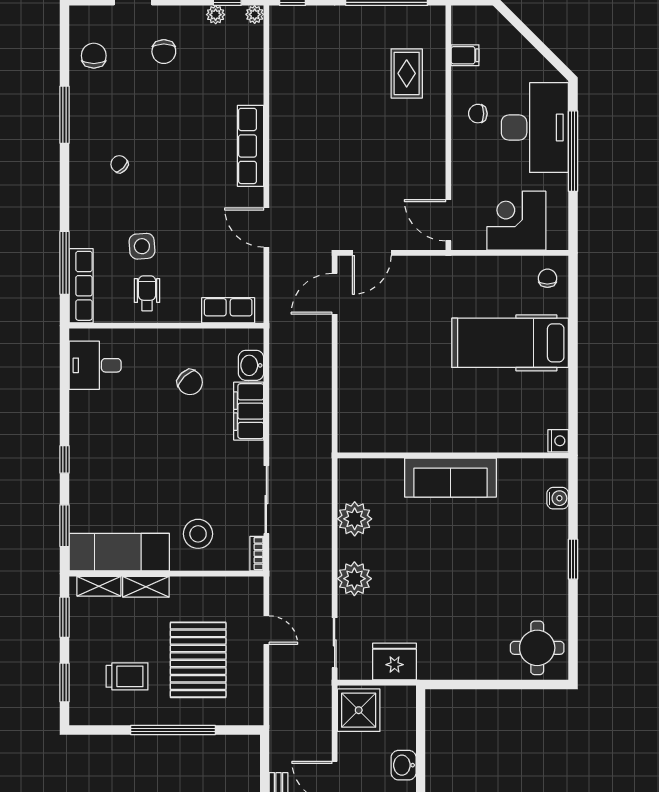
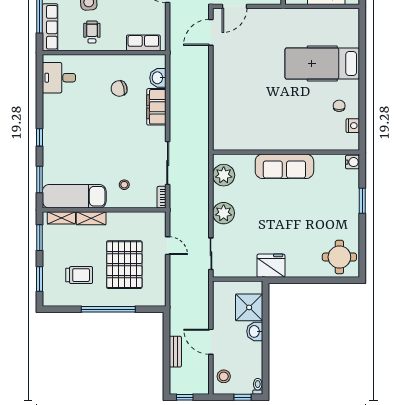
chair: (547, 278) -> (339, 106), moved
chair: (190, 382) -> (119, 88), turned 120
wall: (453, 455) -> (286, 152), moved
sofa: (450, 478) -> (284, 166), moved
stool: (198, 534) -> (124, 185), width x0.53, depth x0.53
fridge: (395, 662) -> (271, 266), moved
shower: (359, 710) -> (249, 307), moved

